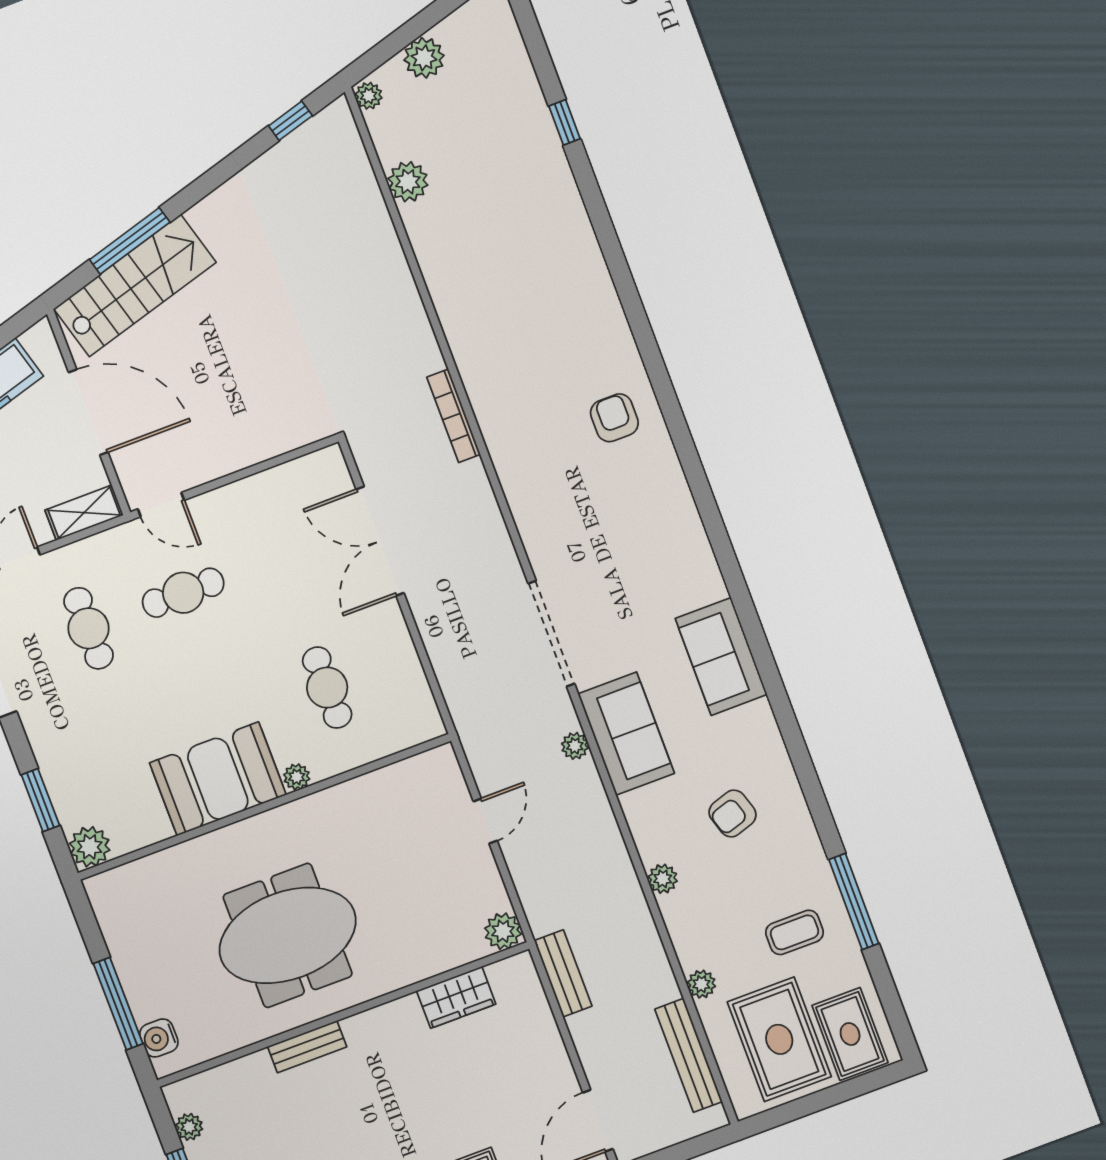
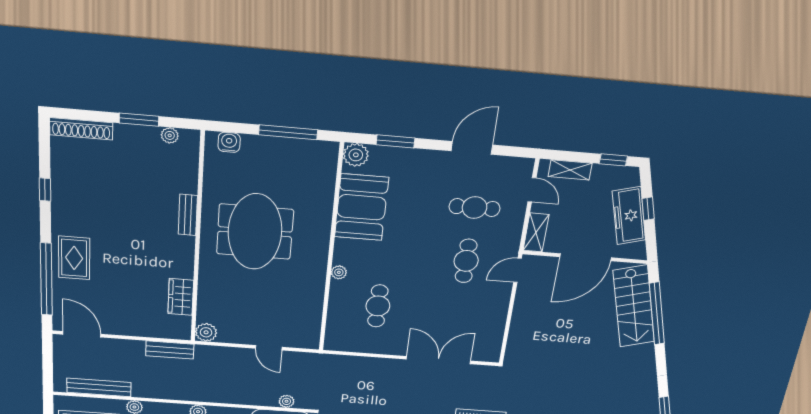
window: (130, 241) -> (657, 313), width x1.46
cafe table: (327, 688) -> (378, 306), turned 90
booth: (218, 779) -> (362, 207), moved
window: (118, 1004) -> (288, 132), moved

